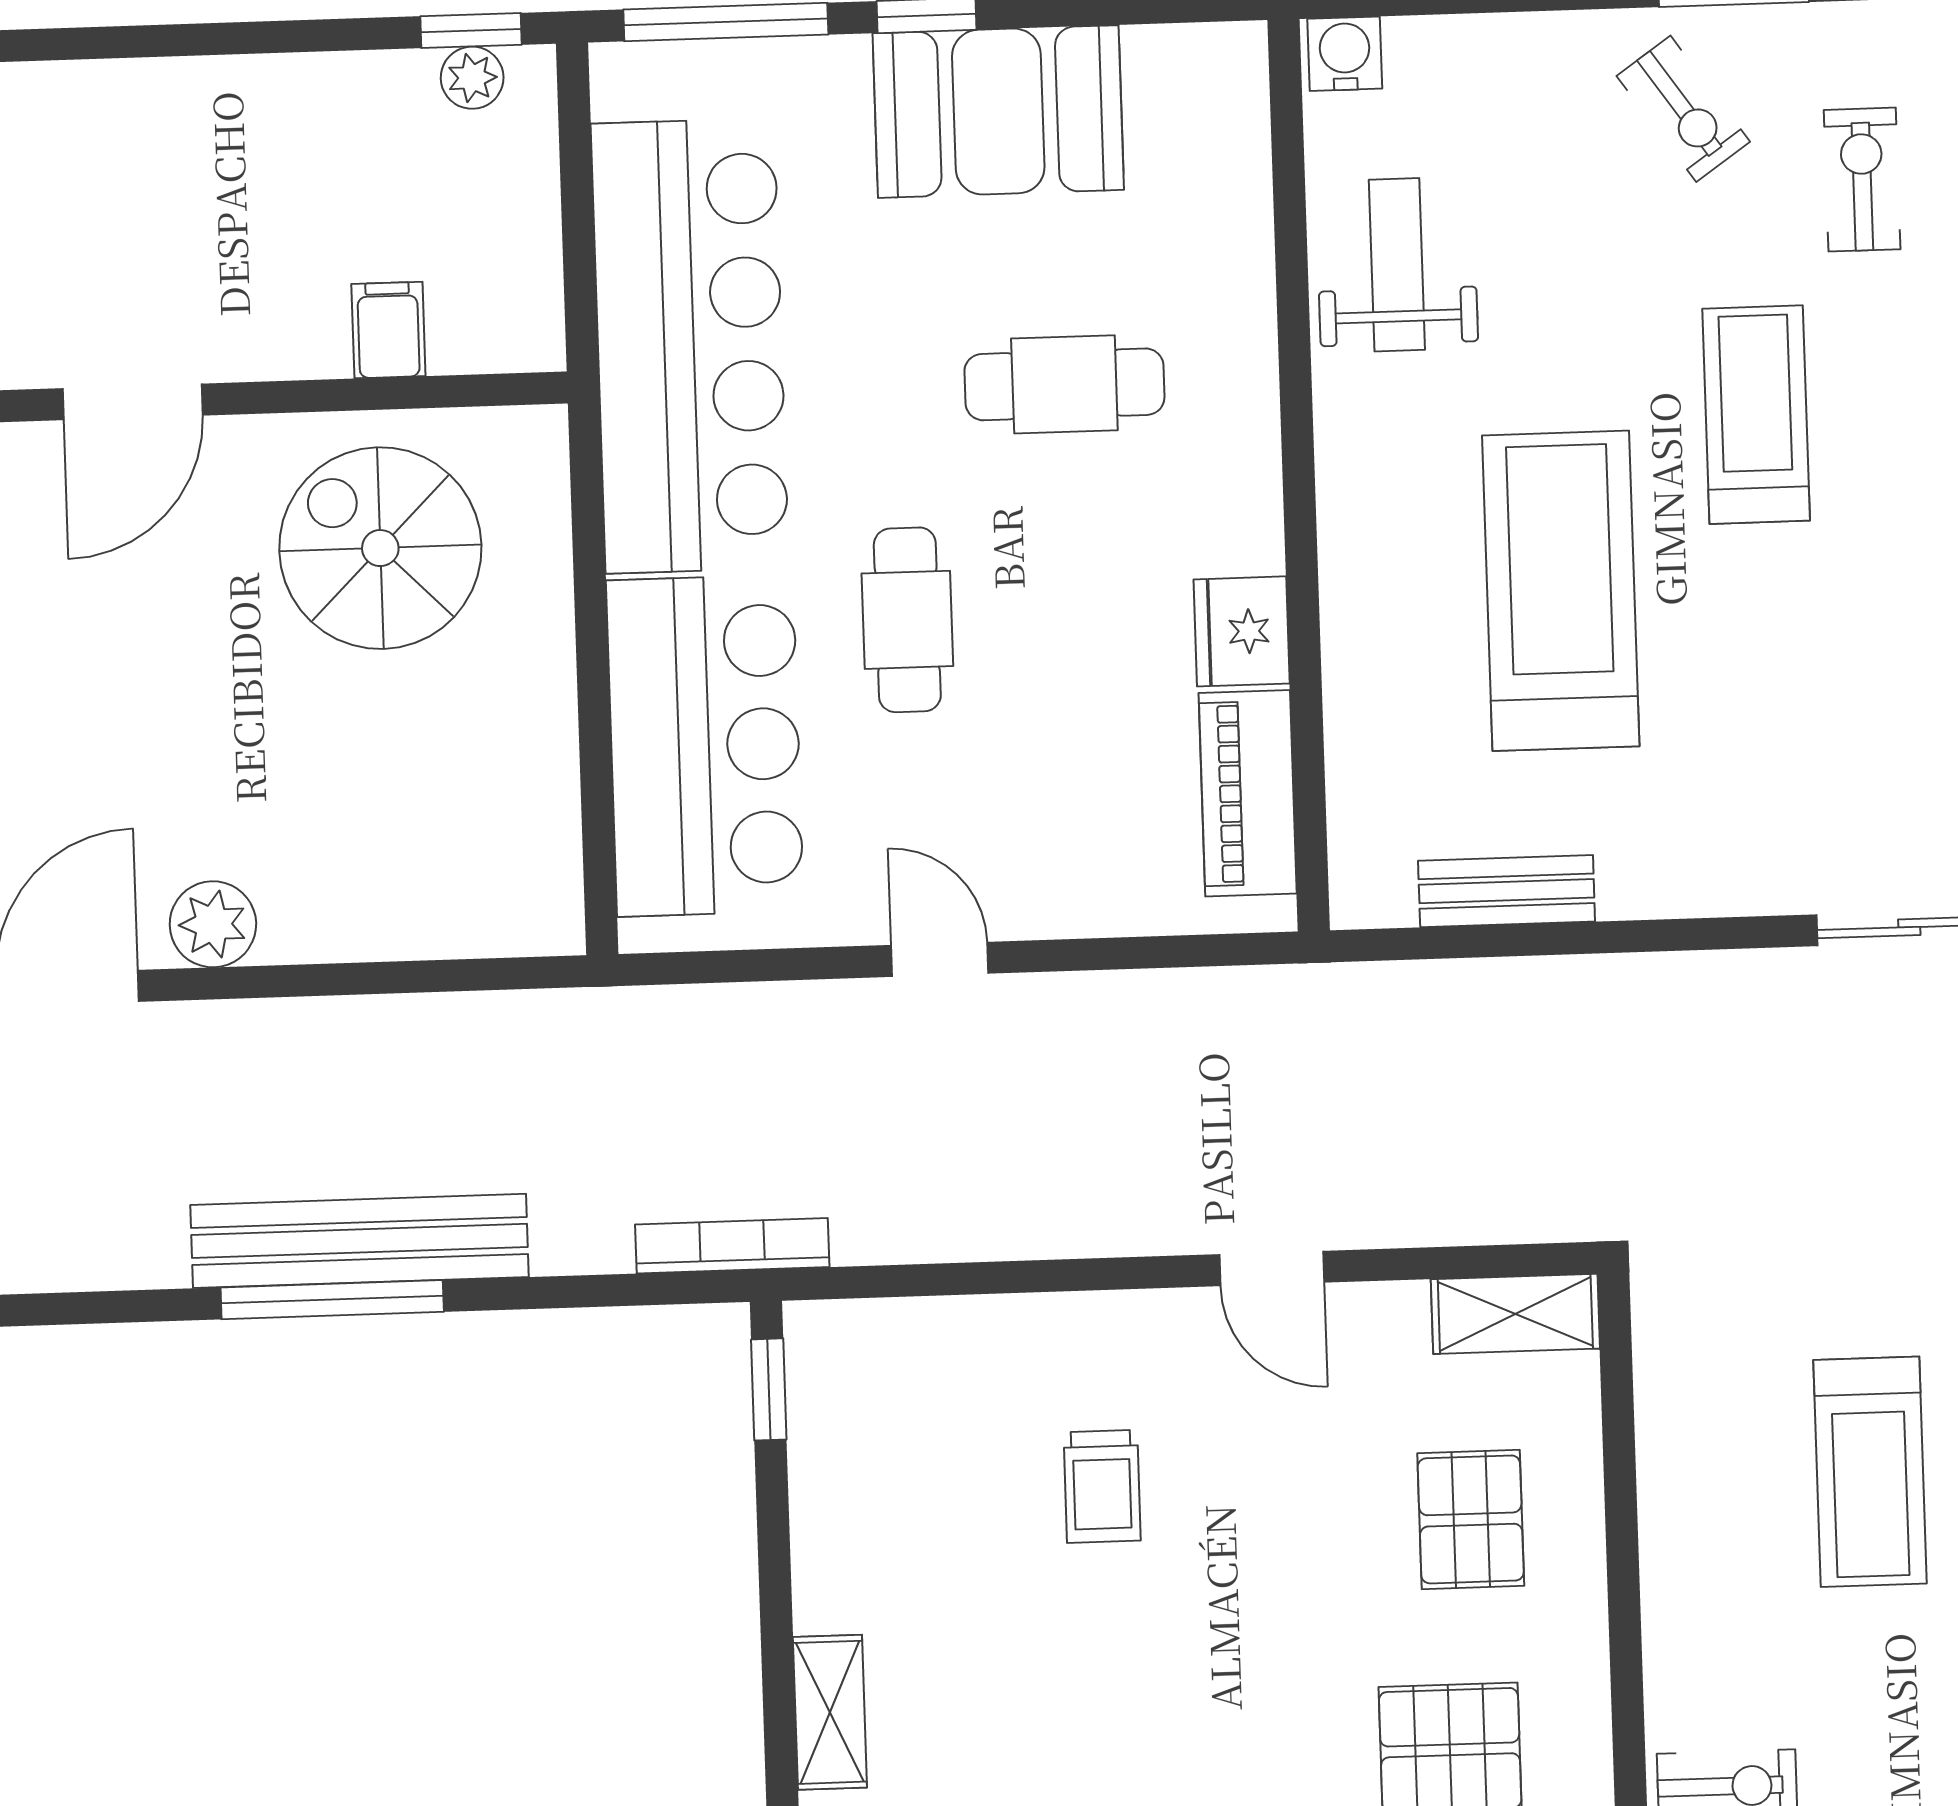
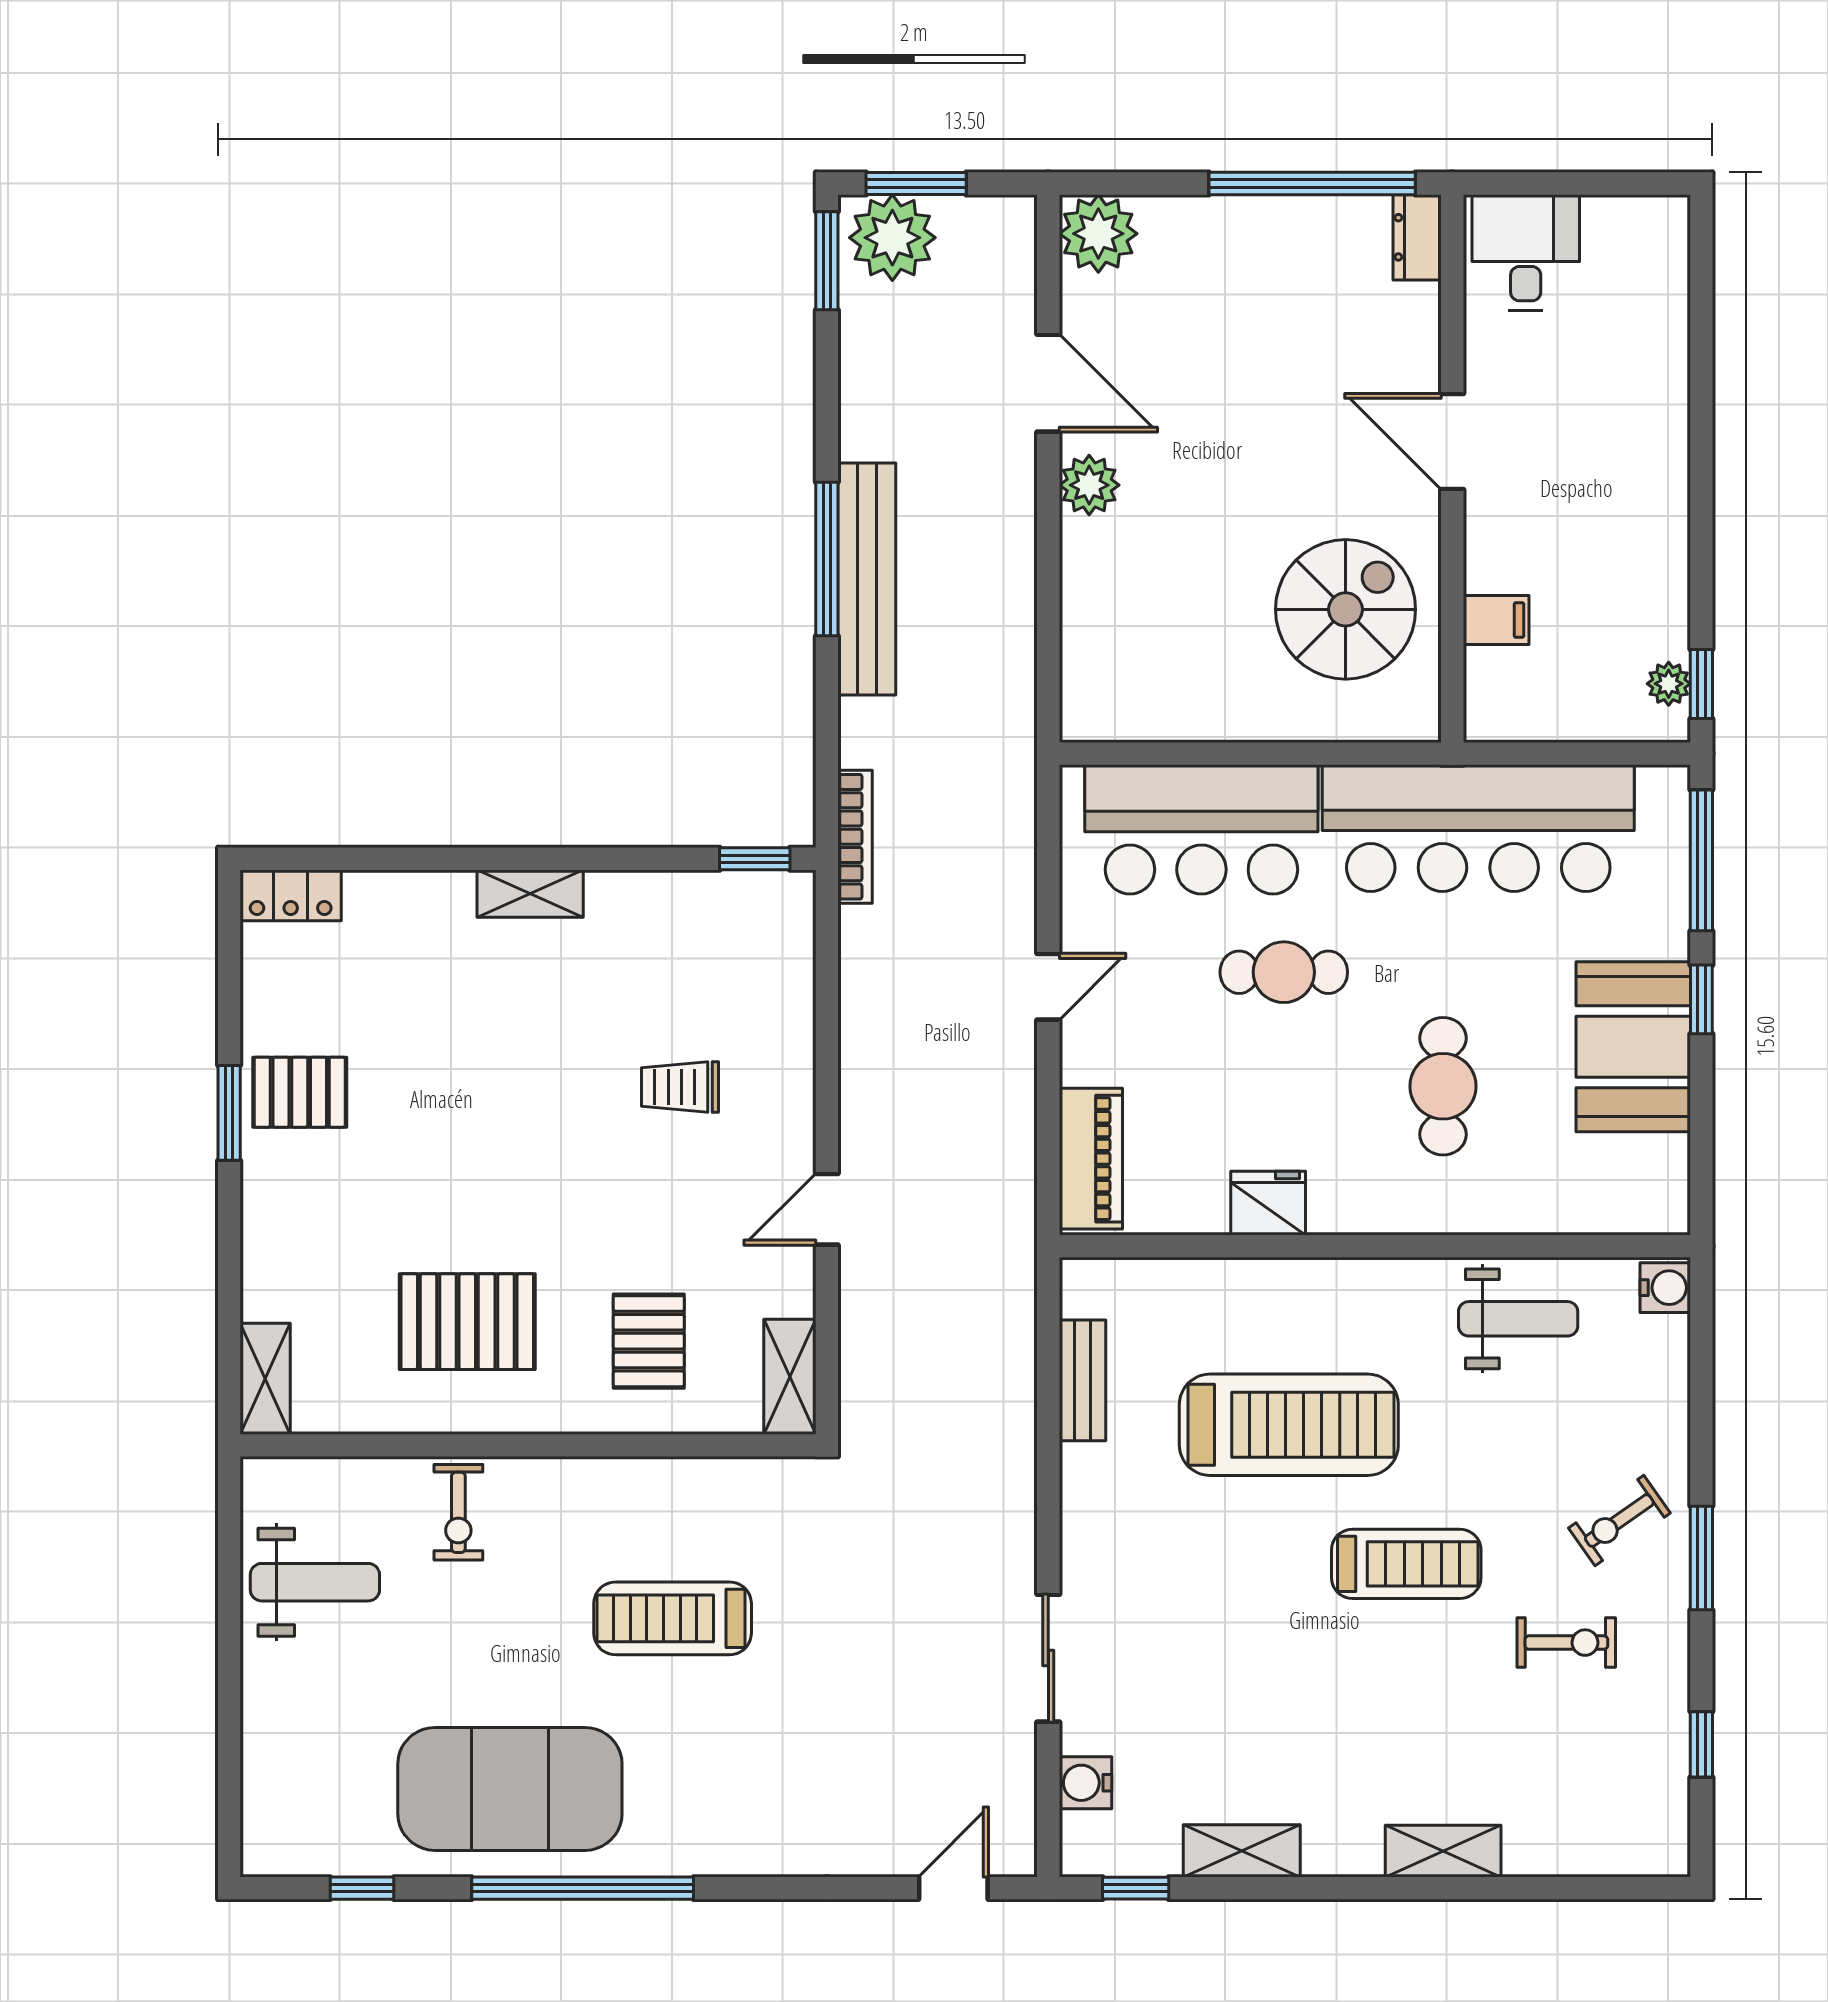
piano: (1248, 793) -> (1091, 1159), moved, turned 90
pallet: (1471, 1519) -> (649, 1341), turned 90

